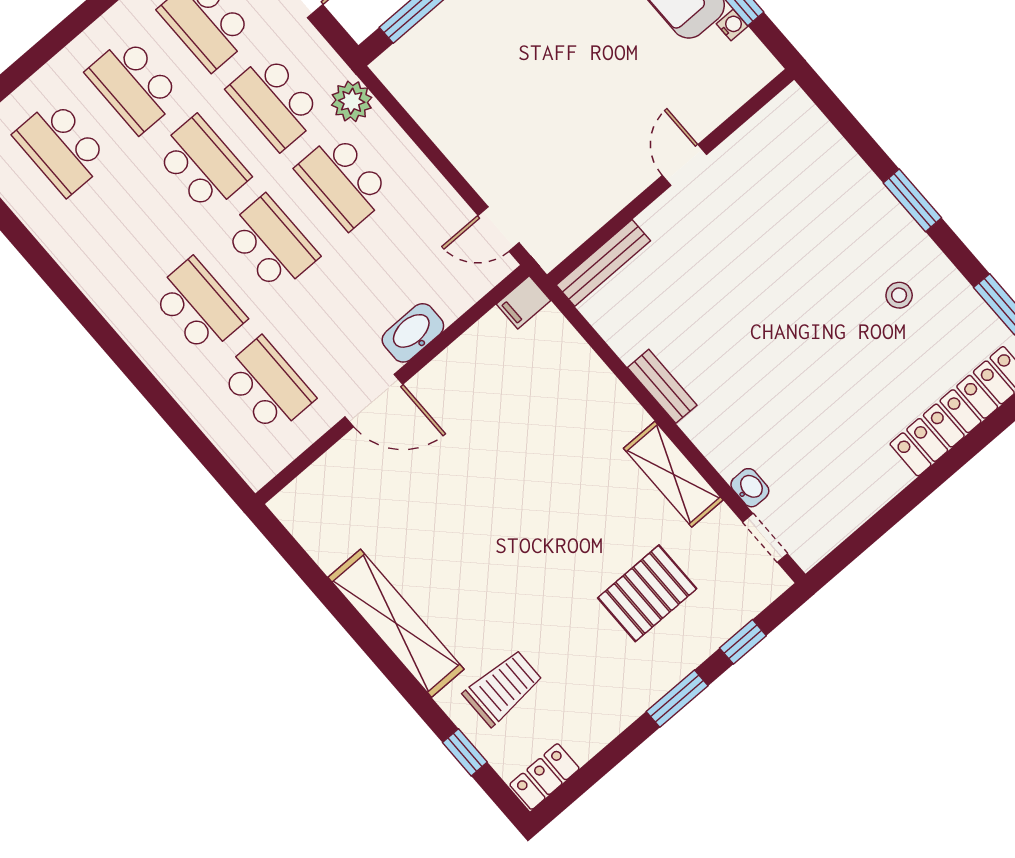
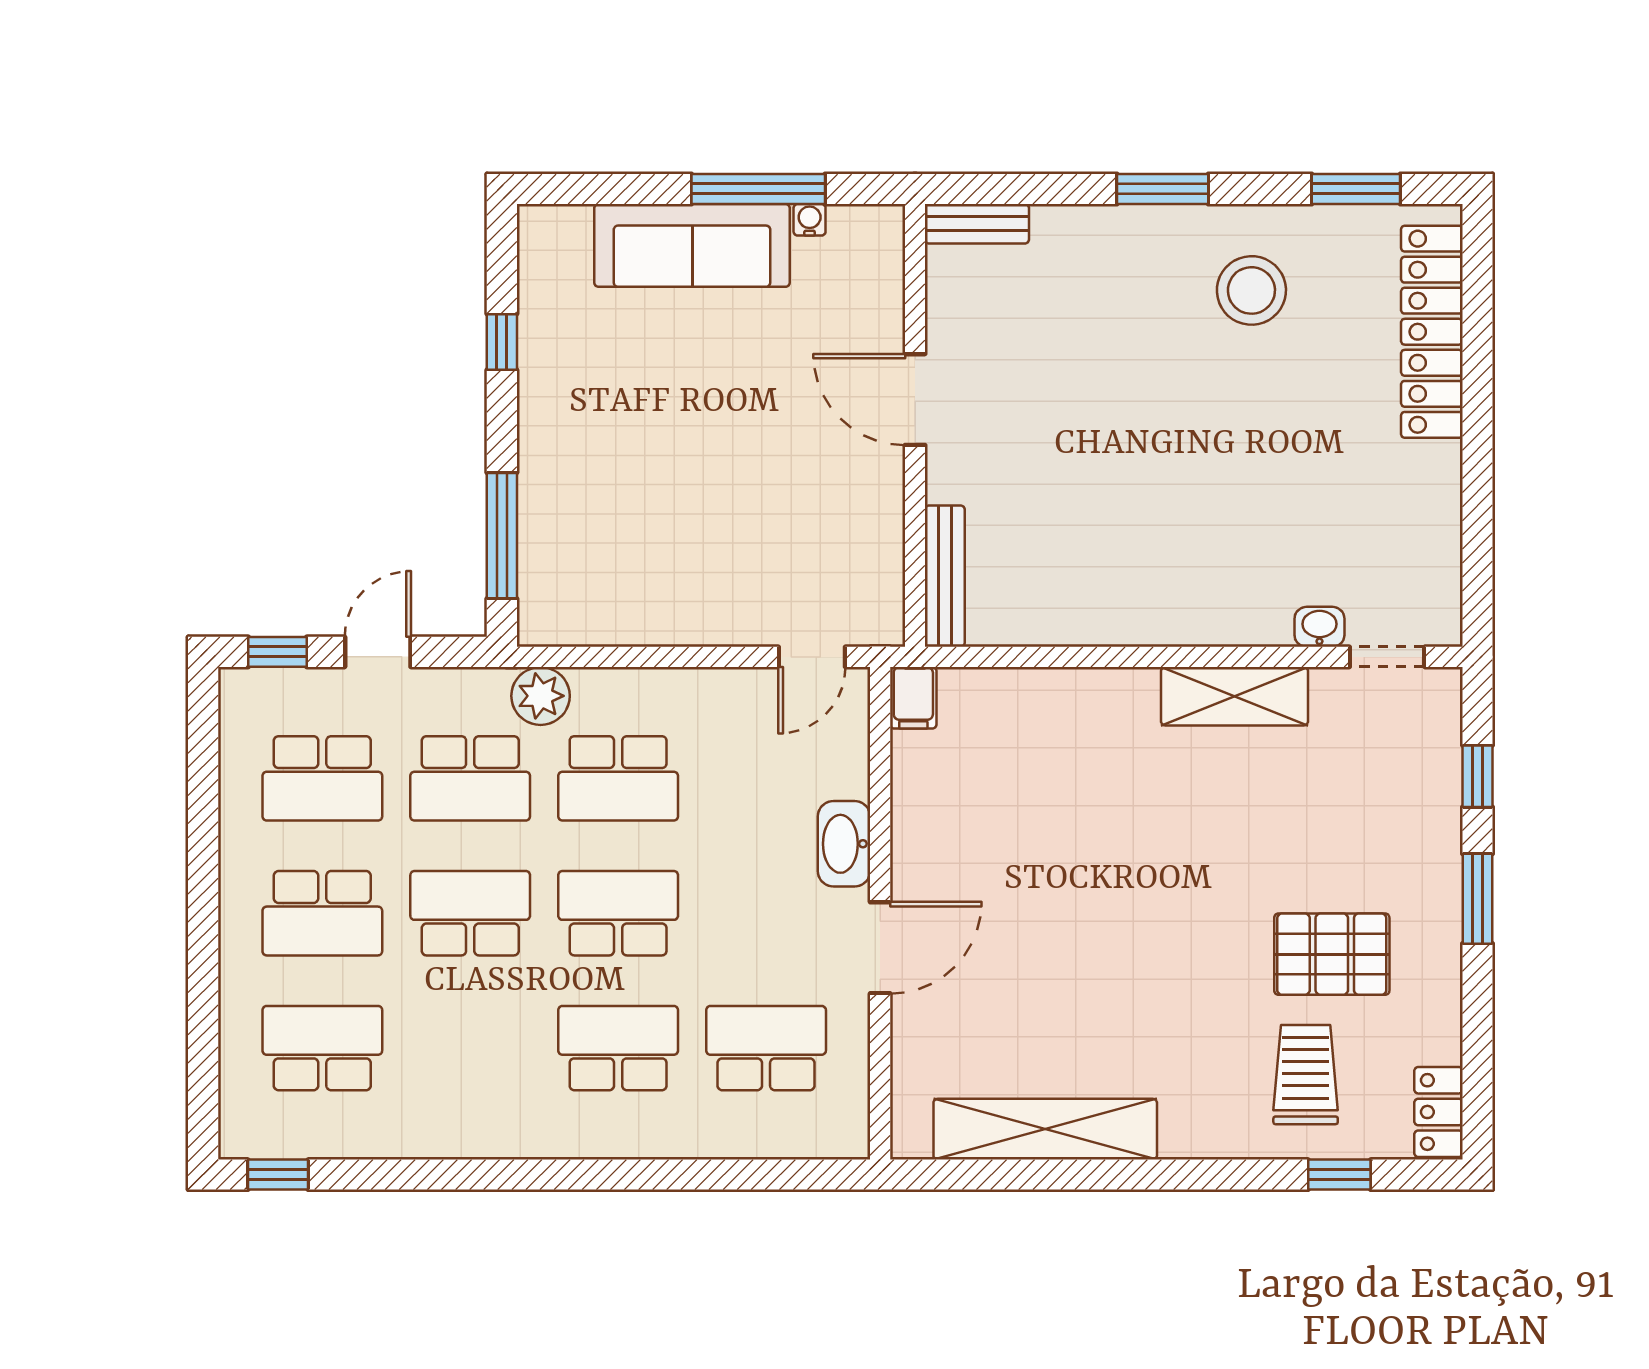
school desk: (61, 147) -> (322, 1048), turned 180
door: (684, 165) -> (915, 400), width x1.38
stool: (899, 295) -> (1251, 290), width x1.89, depth x1.89
bench: (662, 386) -> (977, 224), moved
pallet: (647, 593) -> (1332, 954), moved, turned 90
shelving: (396, 623) -> (1045, 1129), moved

